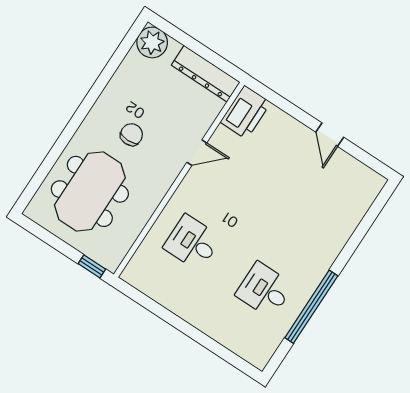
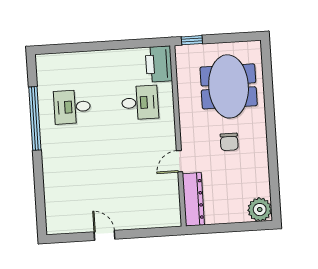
dresser: (206, 74) -> (193, 199), moved, turned 90
printer: (246, 112) -> (159, 64), moved
desk: (264, 290) -> (72, 107), turned 180

